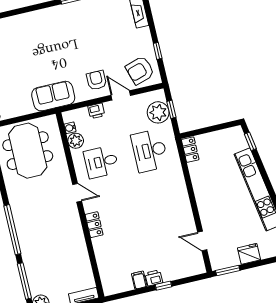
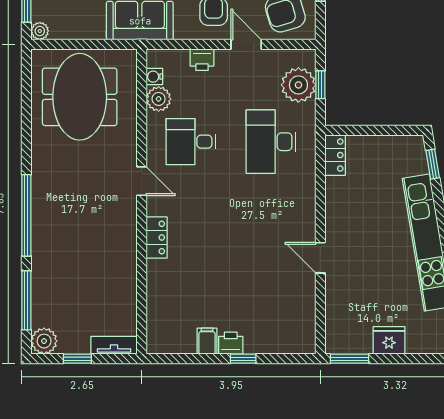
door: (202, 241) -> (320, 258), moved

